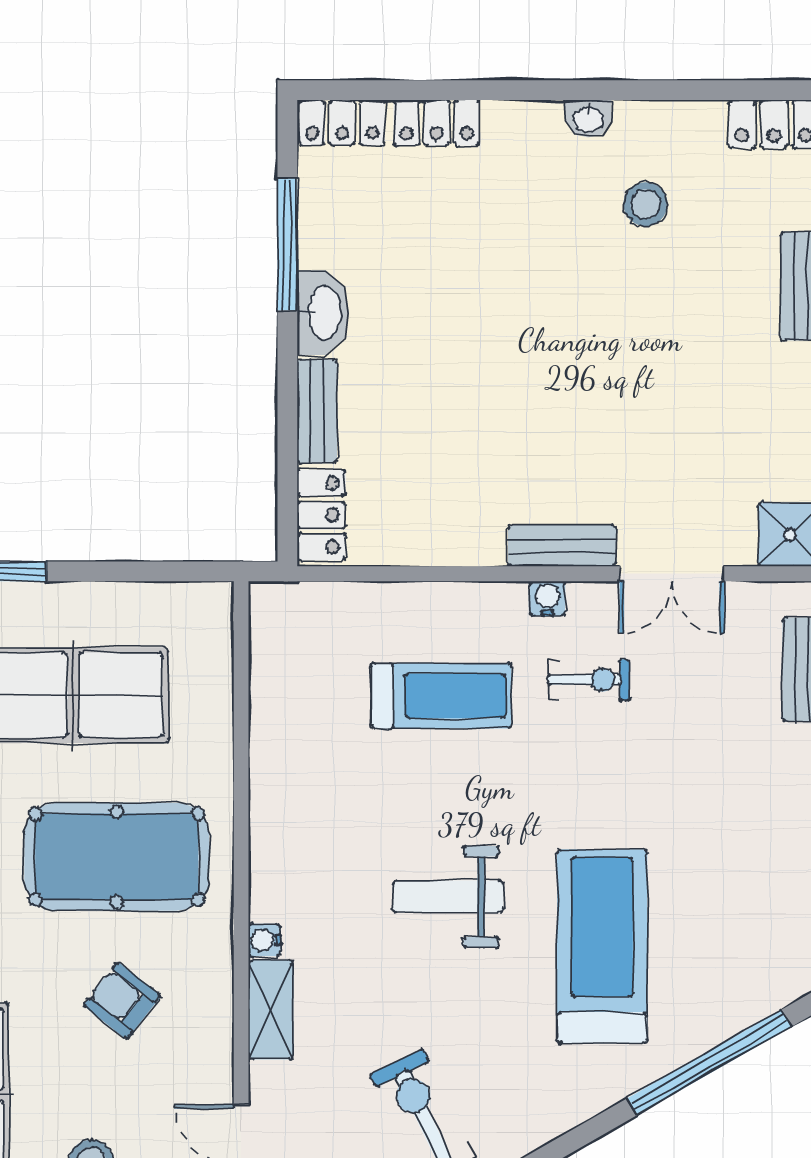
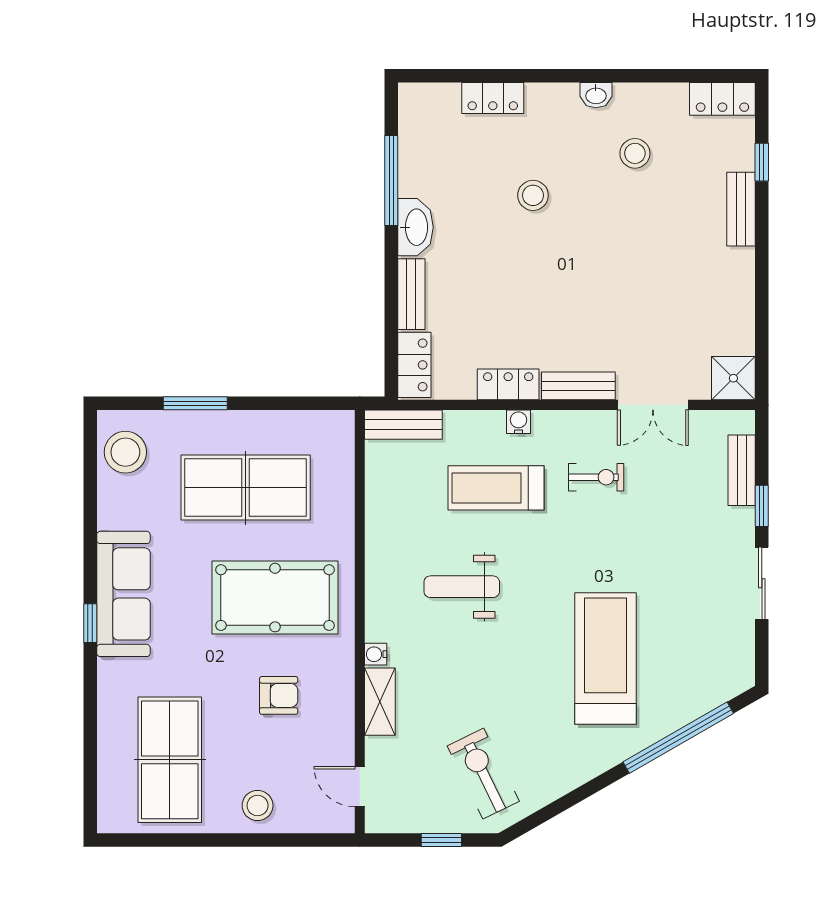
locker: (342, 123) -> (508, 384), moved, turned 180
stool: (496, 266) -> (533, 195), added
water cooler: (548, 599) -> (518, 422), moved
bench: (305, 603) -> (403, 425), added
treadmill: (441, 696) -> (496, 488), turned 180
weight bench: (448, 897) -> (462, 587), moved
armchair: (122, 1000) -> (279, 695), turned 142

